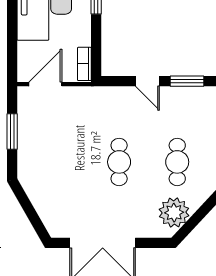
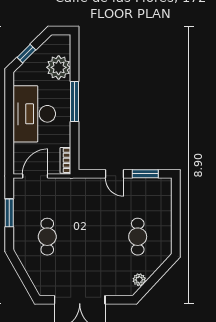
cafe table: (119, 162) -> (47, 237), moved
plant: (174, 213) -> (139, 280), width x0.53, depth x0.53

